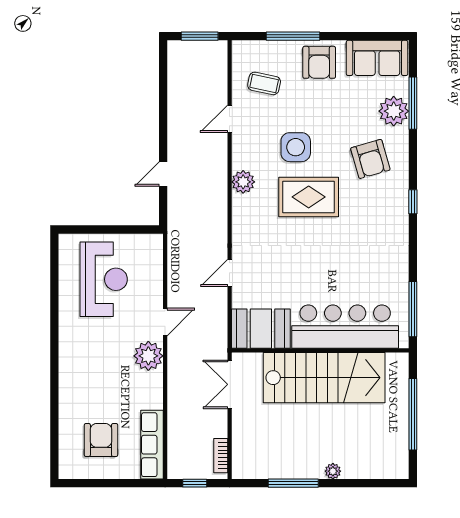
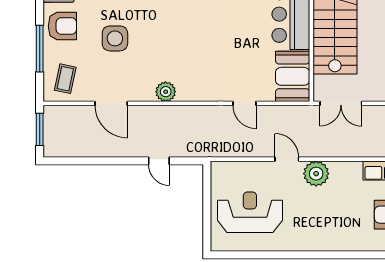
coffee table: (264, 83) -> (65, 79), moved
door: (230, 119) -> (111, 103), width x1.38
side table: (296, 147) -> (115, 38), moved
rug: (309, 197) -> (179, 35), removed

